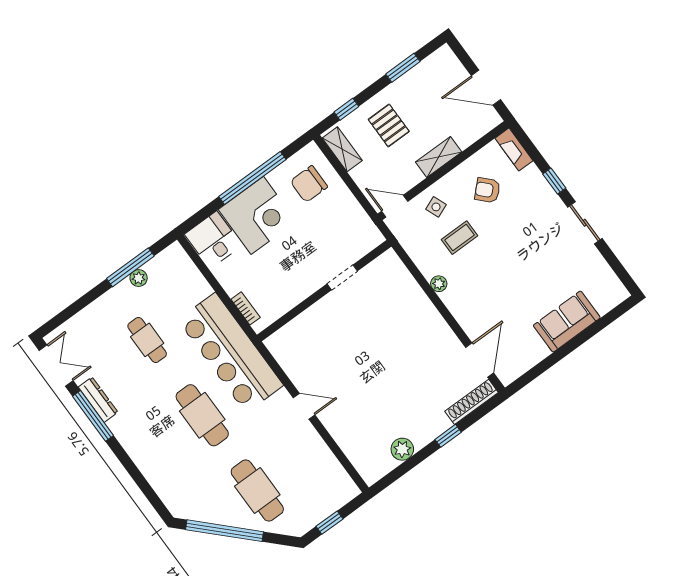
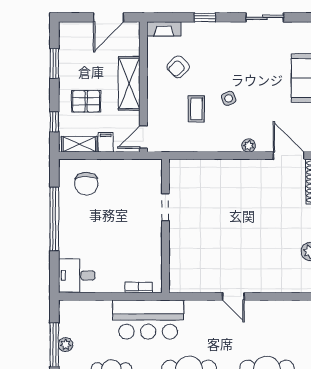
shelving: (439, 157) -> (129, 83), width x1.50, depth x1.33
filing cabinet: (363, 173) -> (106, 142), added
side table: (436, 207) -> (229, 98), moved
corner desk: (257, 215) -> (82, 234), removed
sliding door: (585, 223) -> (265, 17), moved
plant: (439, 284) -> (249, 146), moved
bar counter: (231, 353) -> (148, 319), width x0.73
door: (304, 406) -> (233, 296), swing flipped

